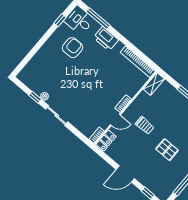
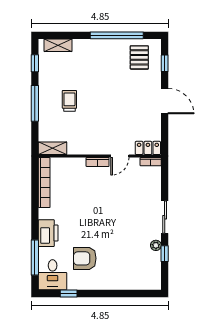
door: (115, 120) -> (120, 156), swing flipped
trolley: (145, 125) -> (69, 101), moved
pallet: (167, 150) -> (139, 57), moved

